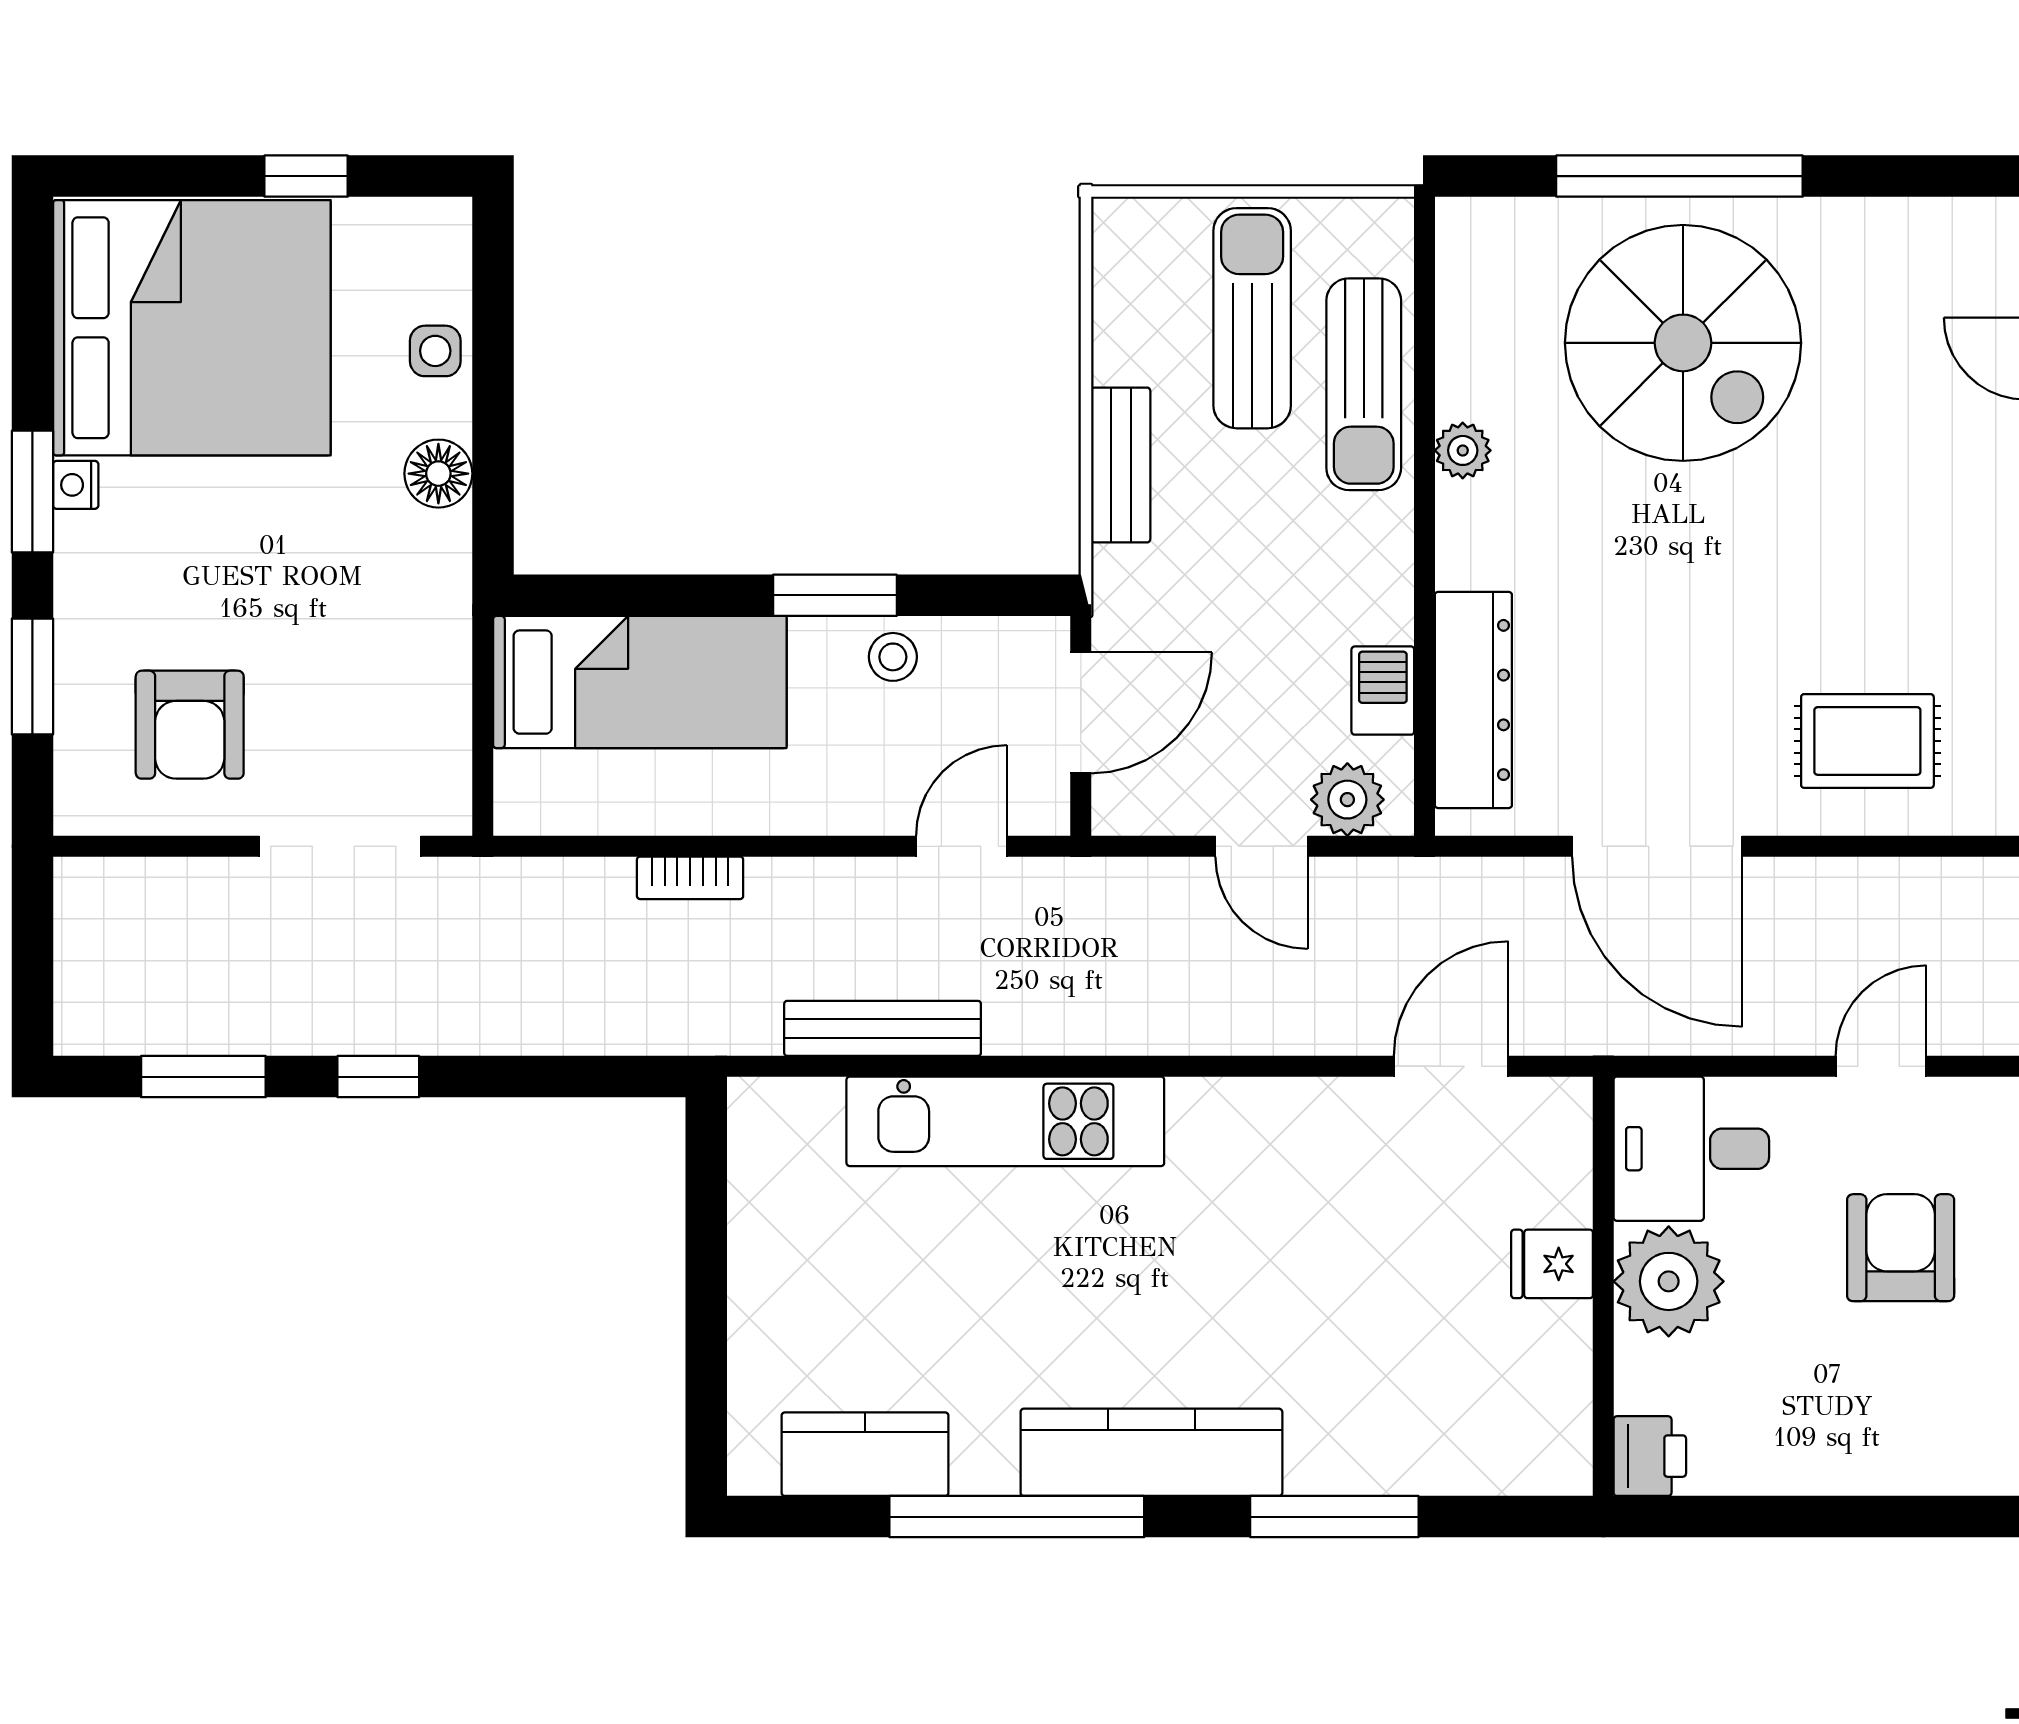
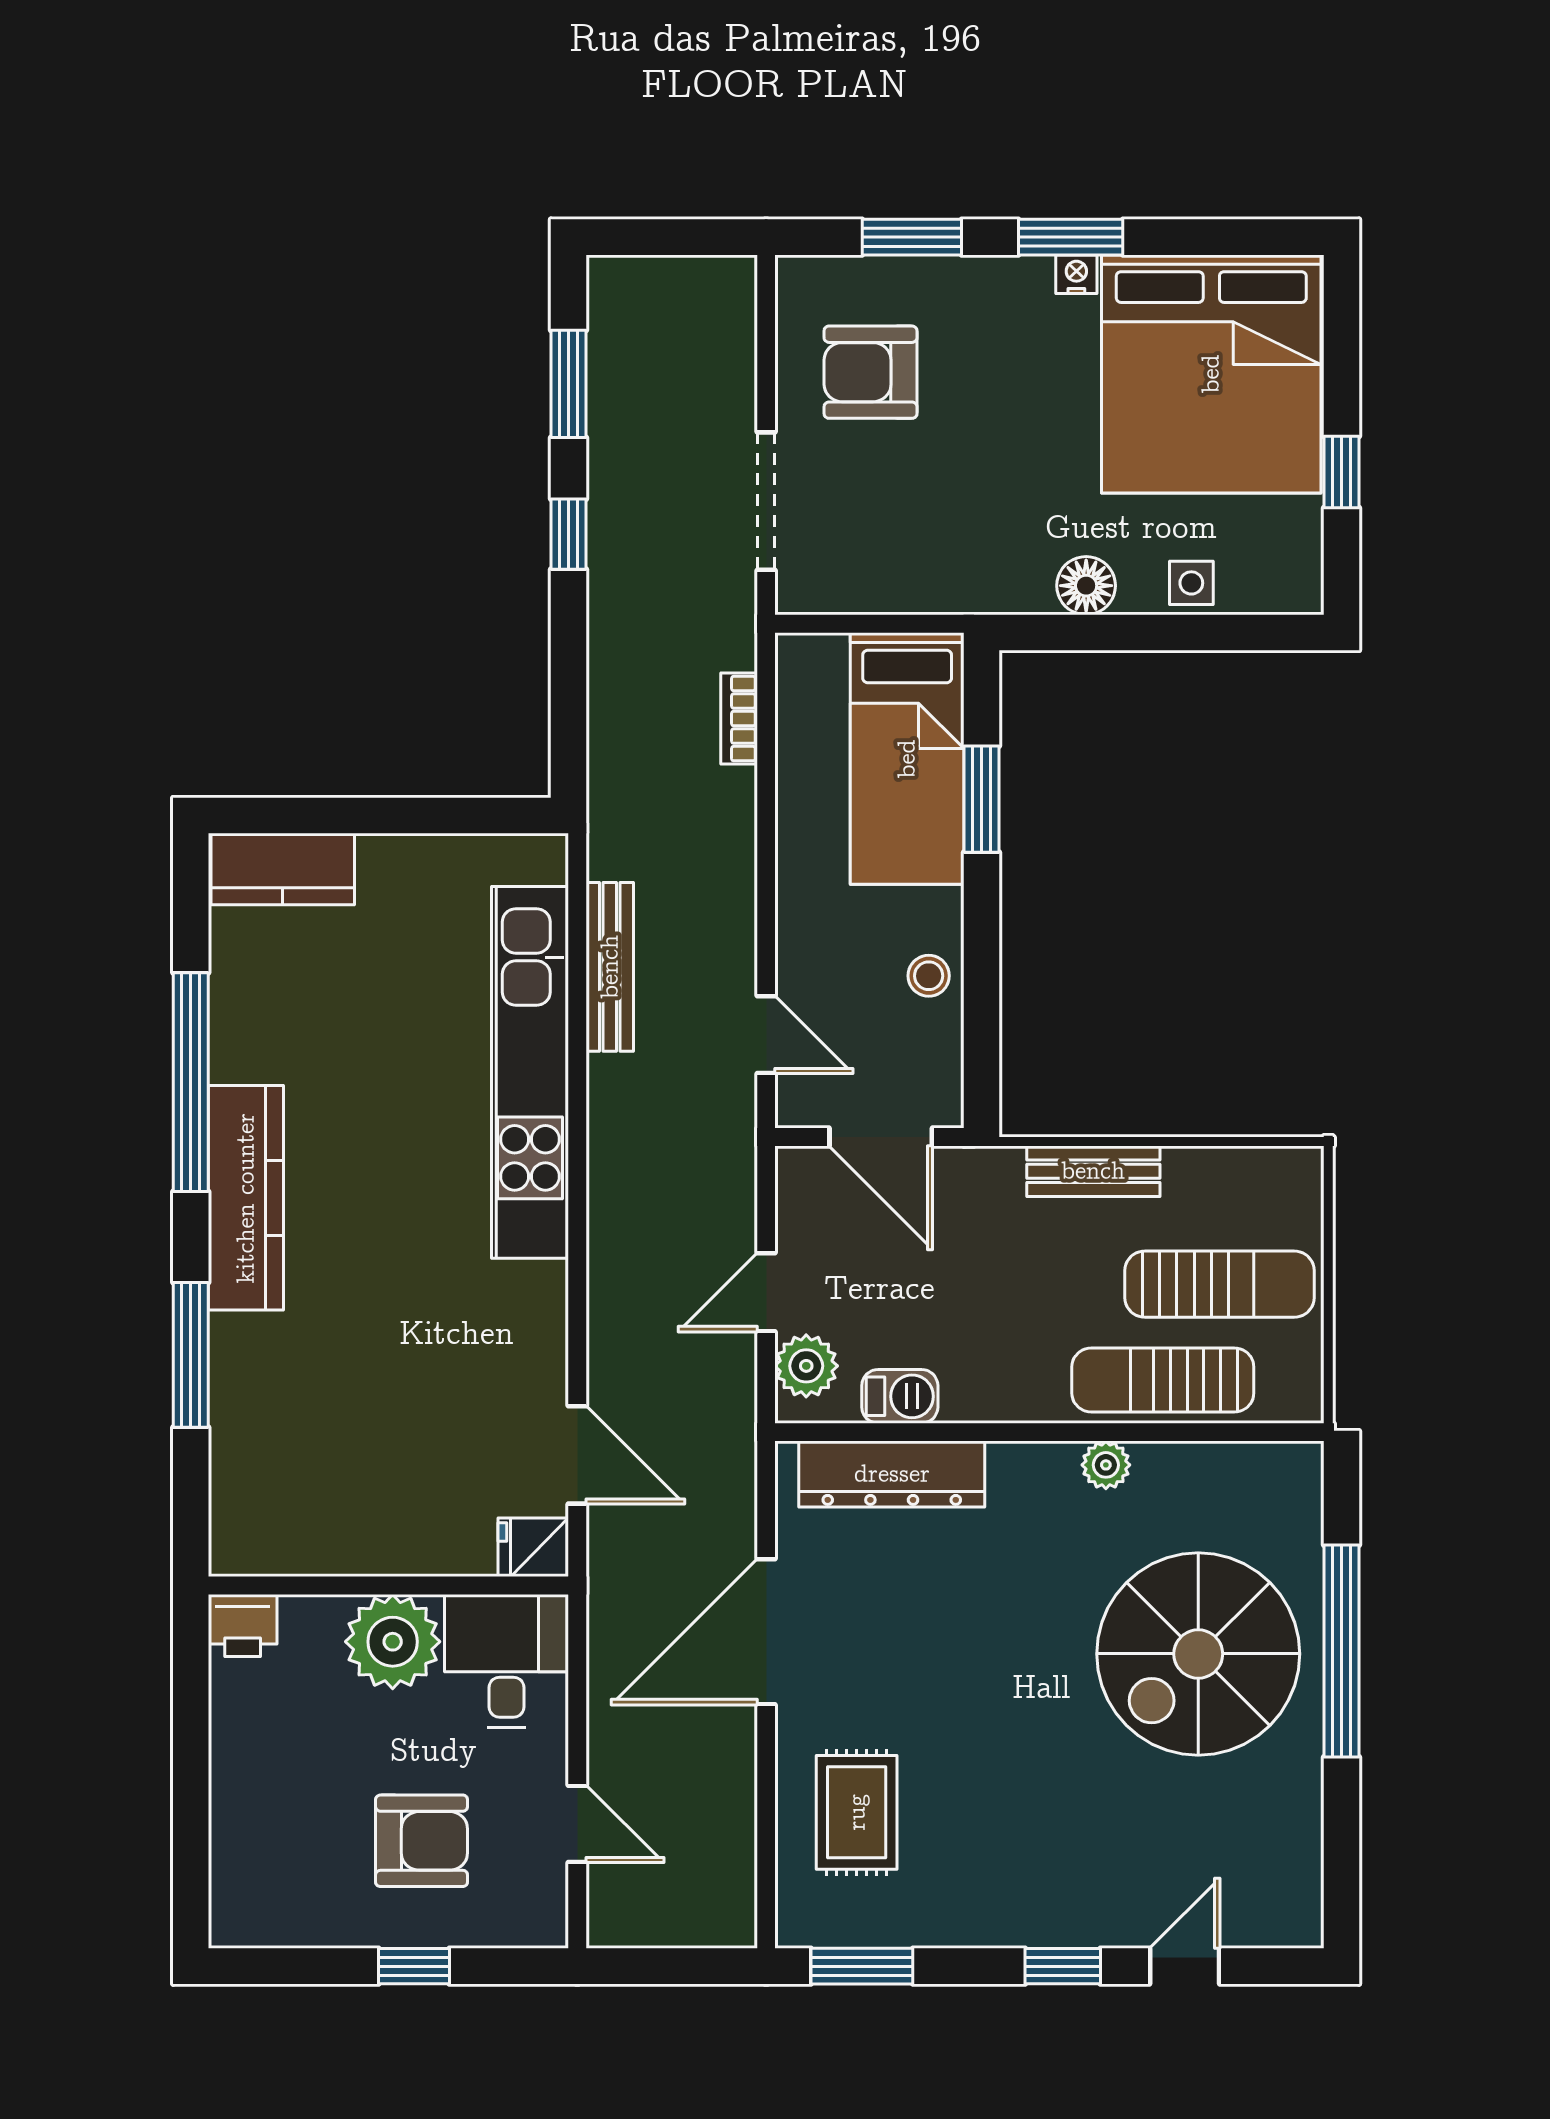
window: (835, 595) -> (982, 799), moved
bookcase: (690, 878) -> (739, 719), moved
kitchen unit: (1005, 1121) -> (530, 1072), width x1.36
fridge: (1552, 1264) -> (533, 1547), moved, turned -90
kitchen counter: (865, 1454) -> (283, 869), moved, turned 90

